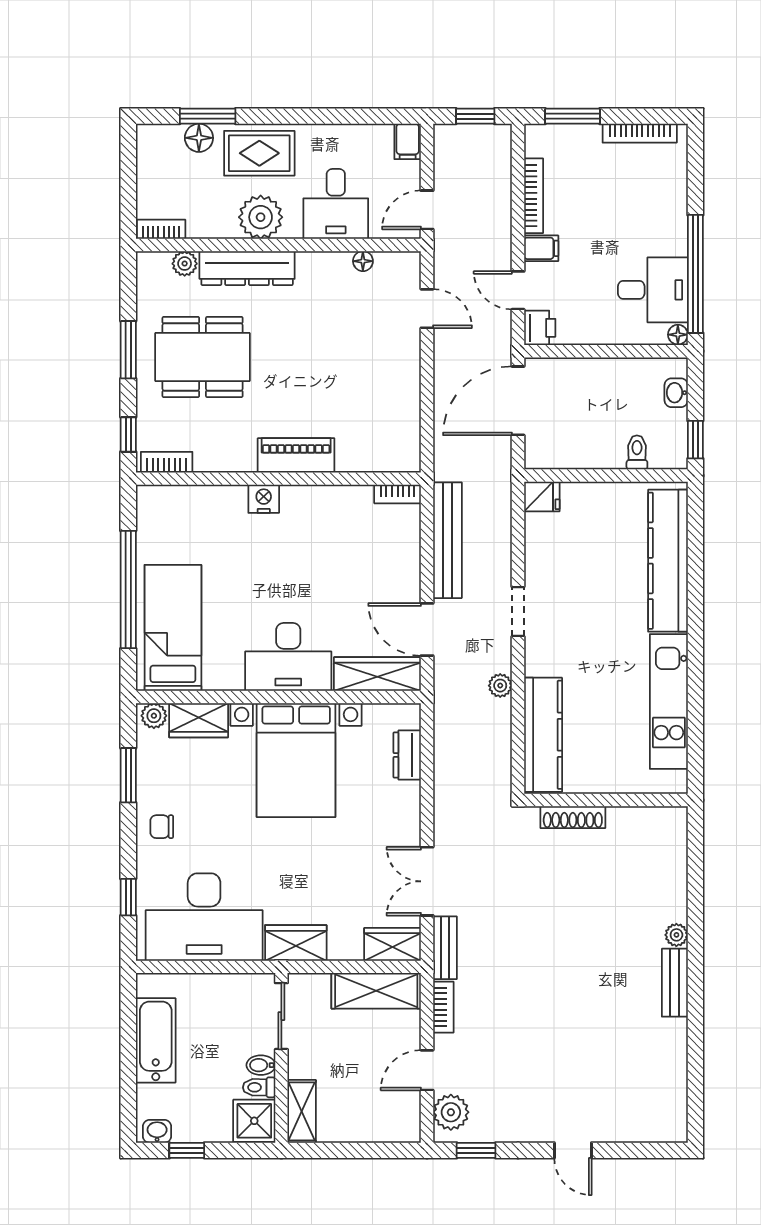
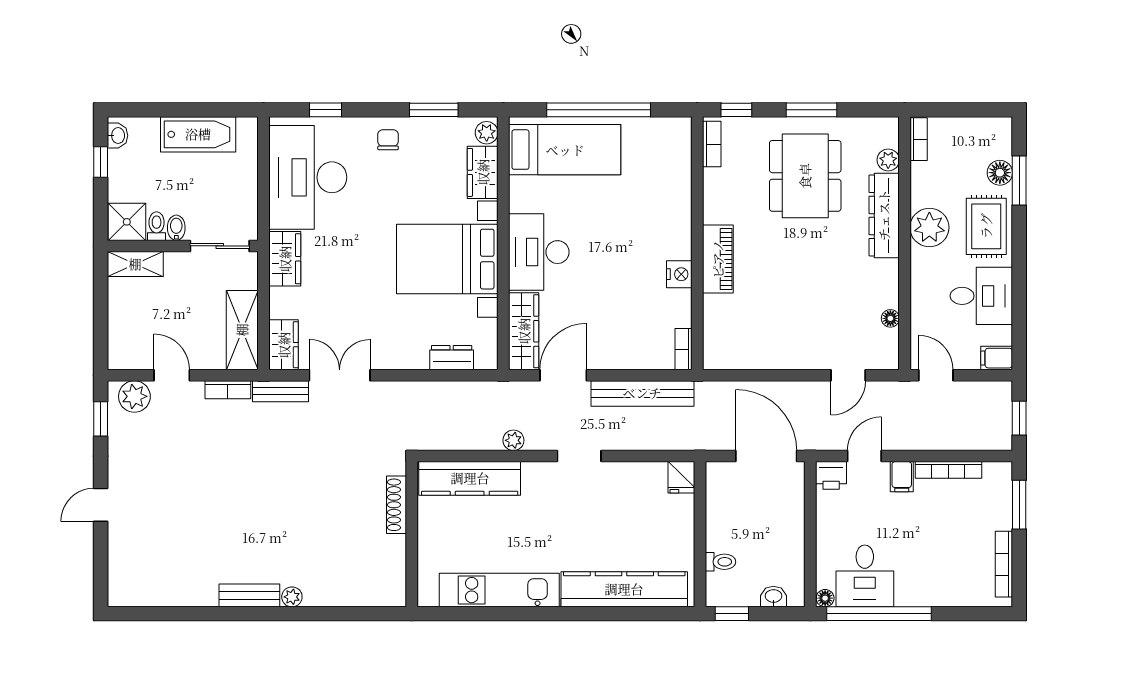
desk: (336, 204) -> (981, 296), moved, turned 180
nightstand: (264, 499) -> (679, 274), moved

